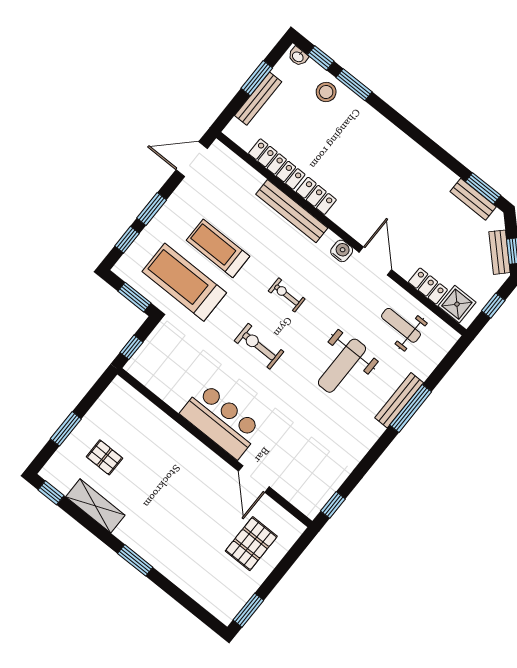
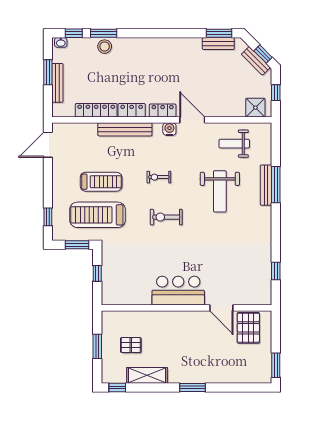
stool: (326, 92) -> (105, 47), moved
window: (152, 209) -> (48, 189), removed
treadmill: (218, 248) -> (101, 182), turned 180
locker: (428, 286) -> (163, 110), moved
bar counter: (221, 421) -> (178, 291), moved
wall: (215, 448) -> (187, 308), moved
door: (254, 479) -> (221, 308), moved

